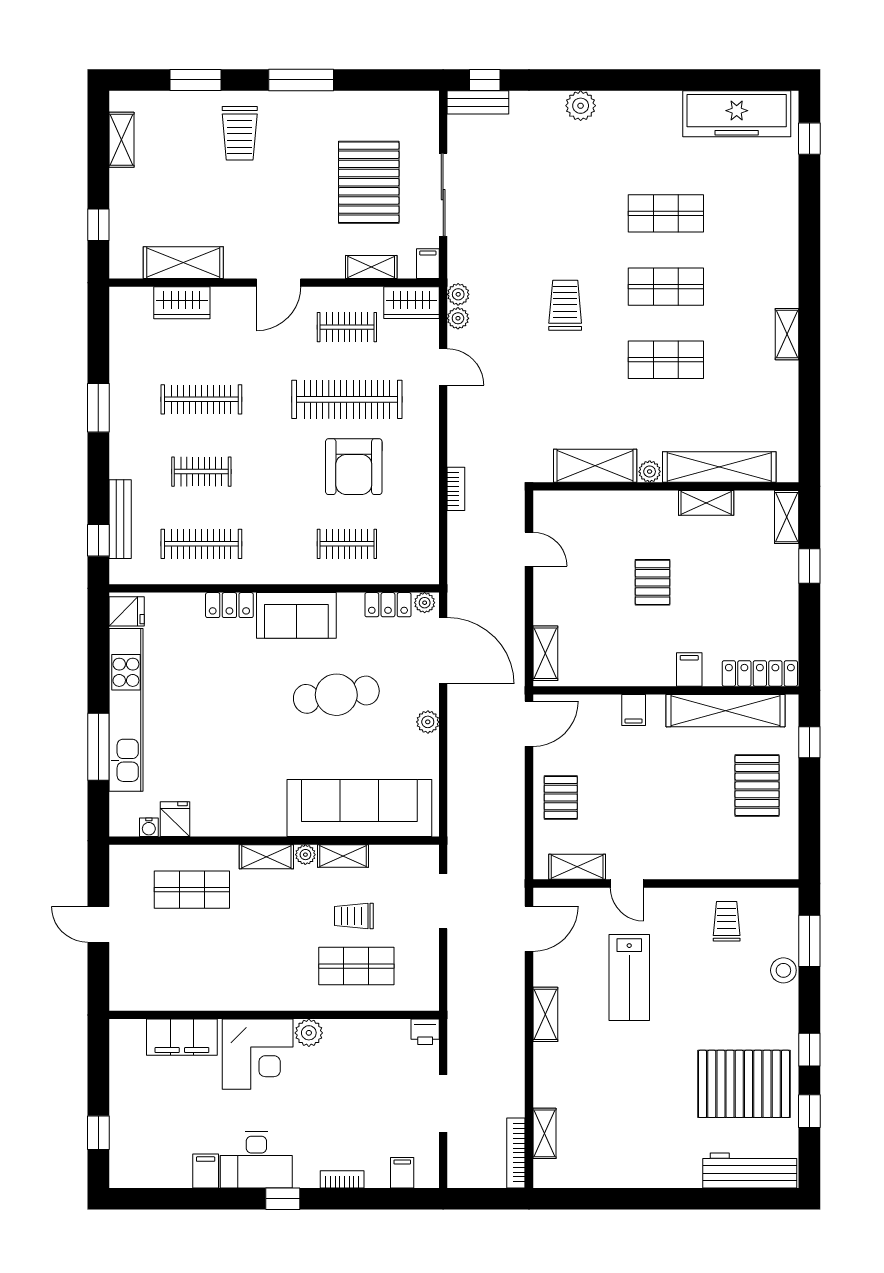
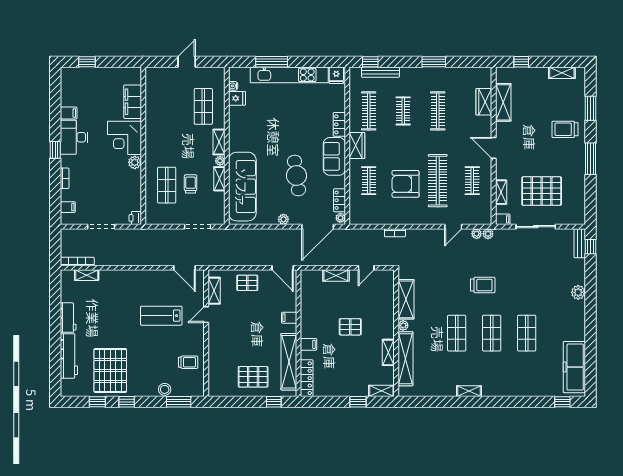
wardrobe: (412, 303) -> (357, 145), moved, turned 180
shelving: (545, 653) -> (336, 275), moved
shelving: (545, 1014) -> (144, 275), removed
workbench: (750, 1170) -> (69, 356), moved
workbench: (633, 1172) -> (68, 318), added

